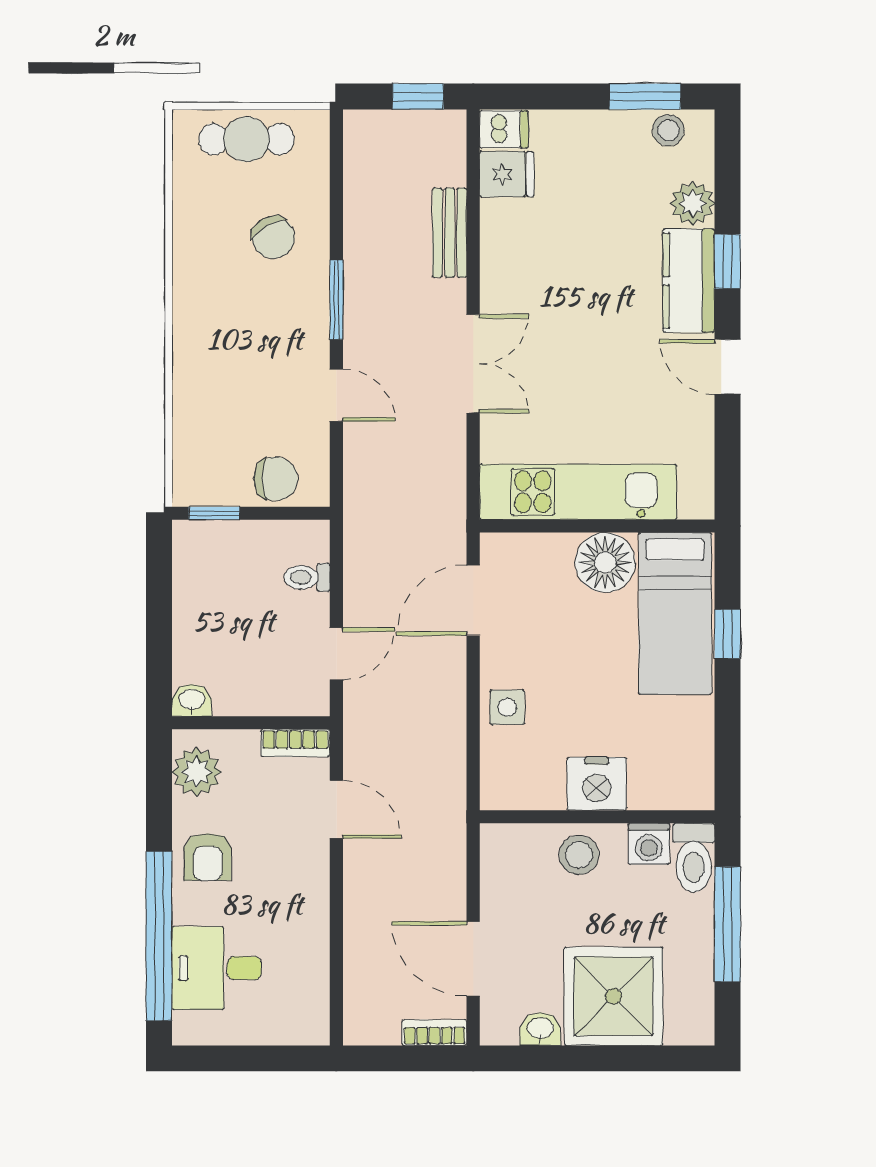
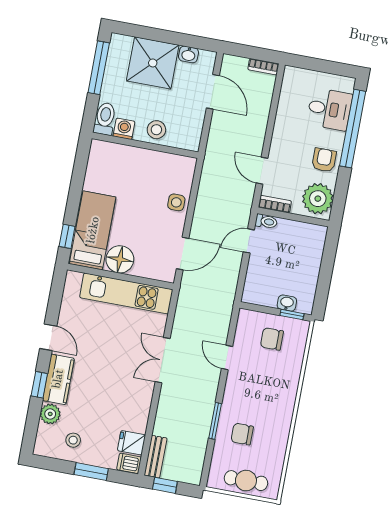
window: (645, 96) -> (91, 472), moved
stool: (668, 130) -> (73, 440), moved
bench: (450, 233) -> (156, 457), moved
chair: (273, 237) -> (242, 434), turned -61
window: (336, 300) -> (215, 421), moved
chair: (276, 479) -> (272, 339), moved
toilet: (307, 577) -> (266, 221), moved
window: (728, 634) -> (67, 236), moved
washbasin: (192, 700) -> (287, 303), moved, turned 180
plant: (197, 772) -> (318, 199), width x1.36, depth x1.36
nightstand: (597, 784) -> (142, 160), removed
window: (728, 924) -> (99, 68), moved
bookcase: (434, 1033) -> (263, 67), moved

